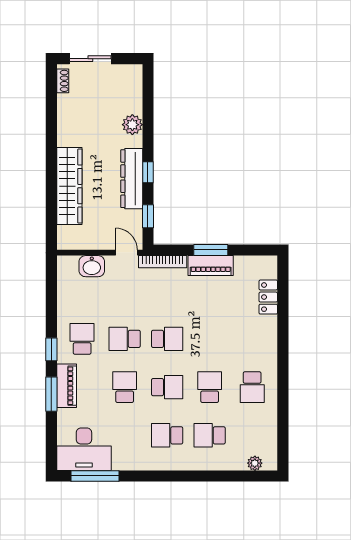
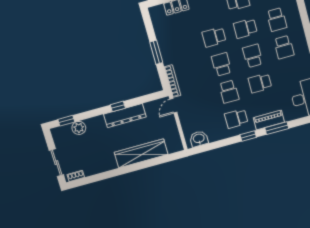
plant: (132, 125) -> (79, 128), moved
window: (148, 216) -> (66, 121), moved
piano: (211, 265) -> (166, 50), removed
washbasin: (92, 266) -> (199, 139), moved, turned -90
school desk: (210, 339) -> (214, 37), added

